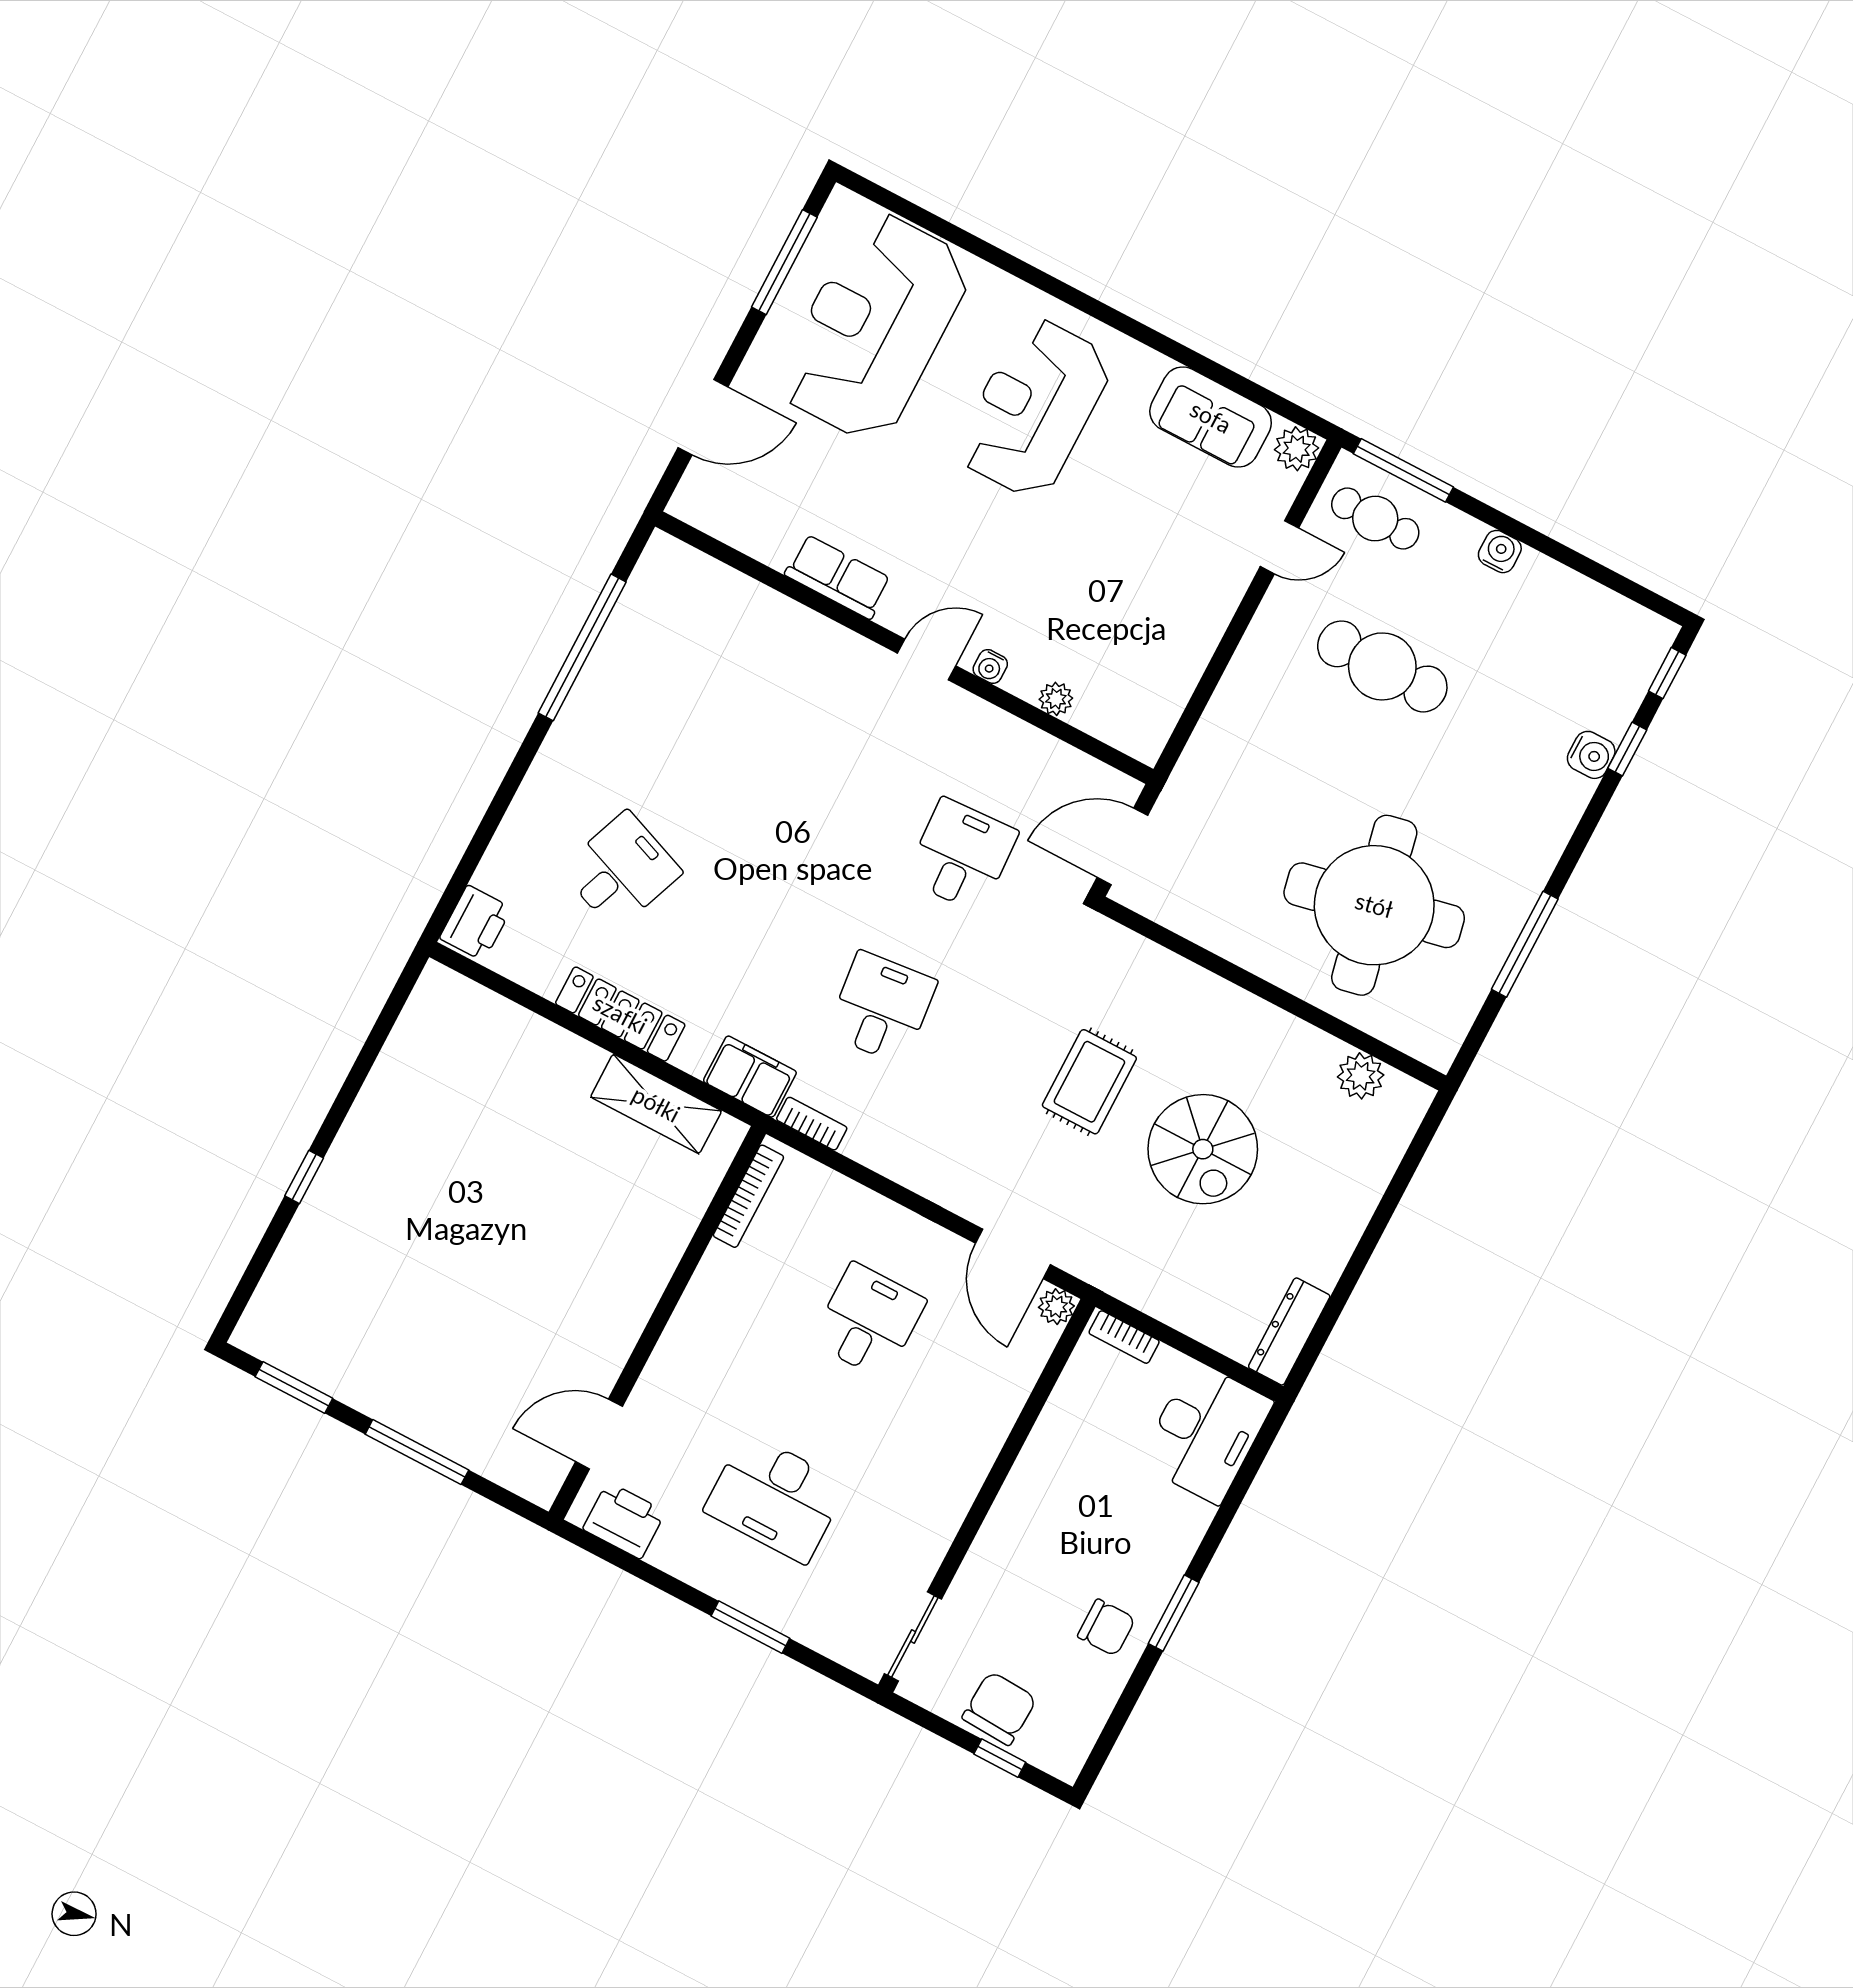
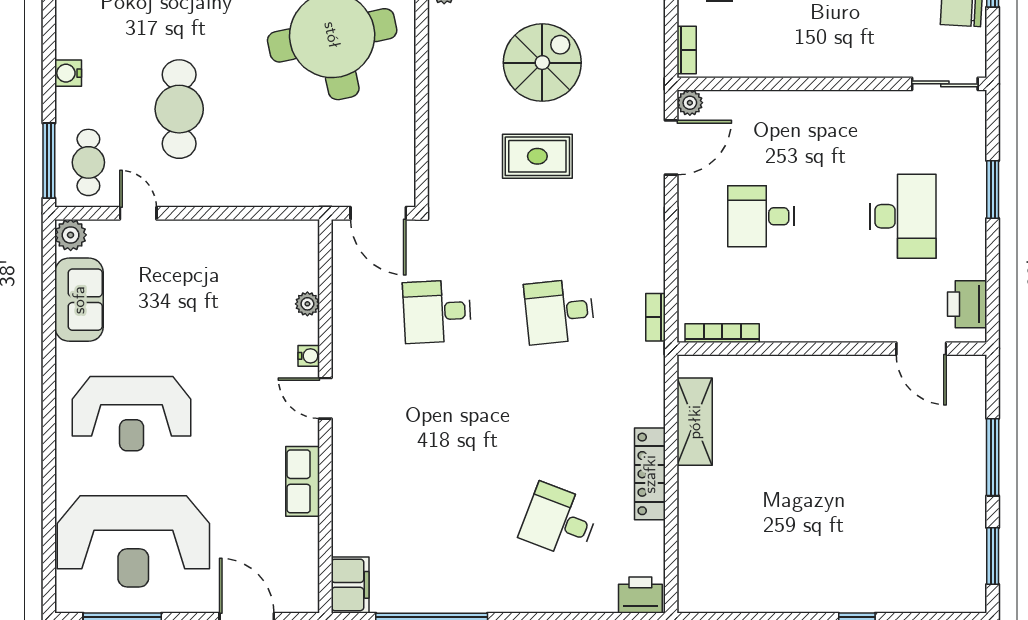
filing cabinet: (750, 1077) -> (350, 585), moved, turned 180

